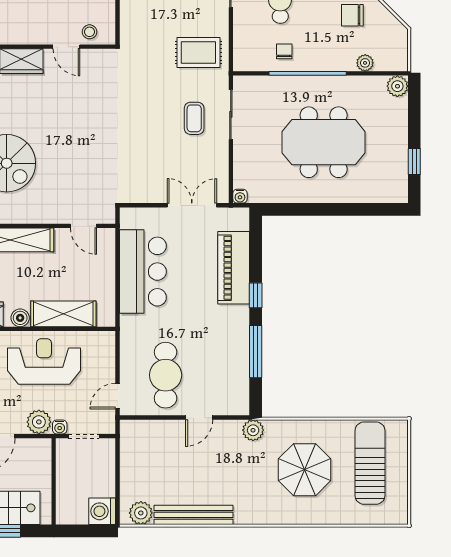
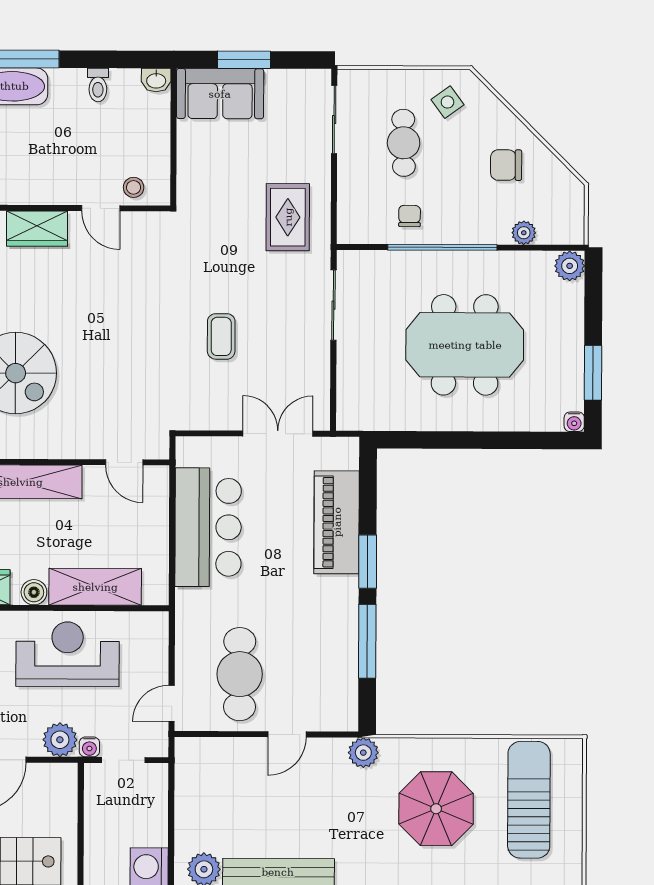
rug: (198, 53) -> (288, 217), turned 90
coffee table: (194, 118) -> (221, 336), moved
window: (414, 162) -> (593, 373), width x1.50
water cooler: (240, 196) -> (574, 422), moved
window: (256, 295) -> (368, 562), width x1.50

